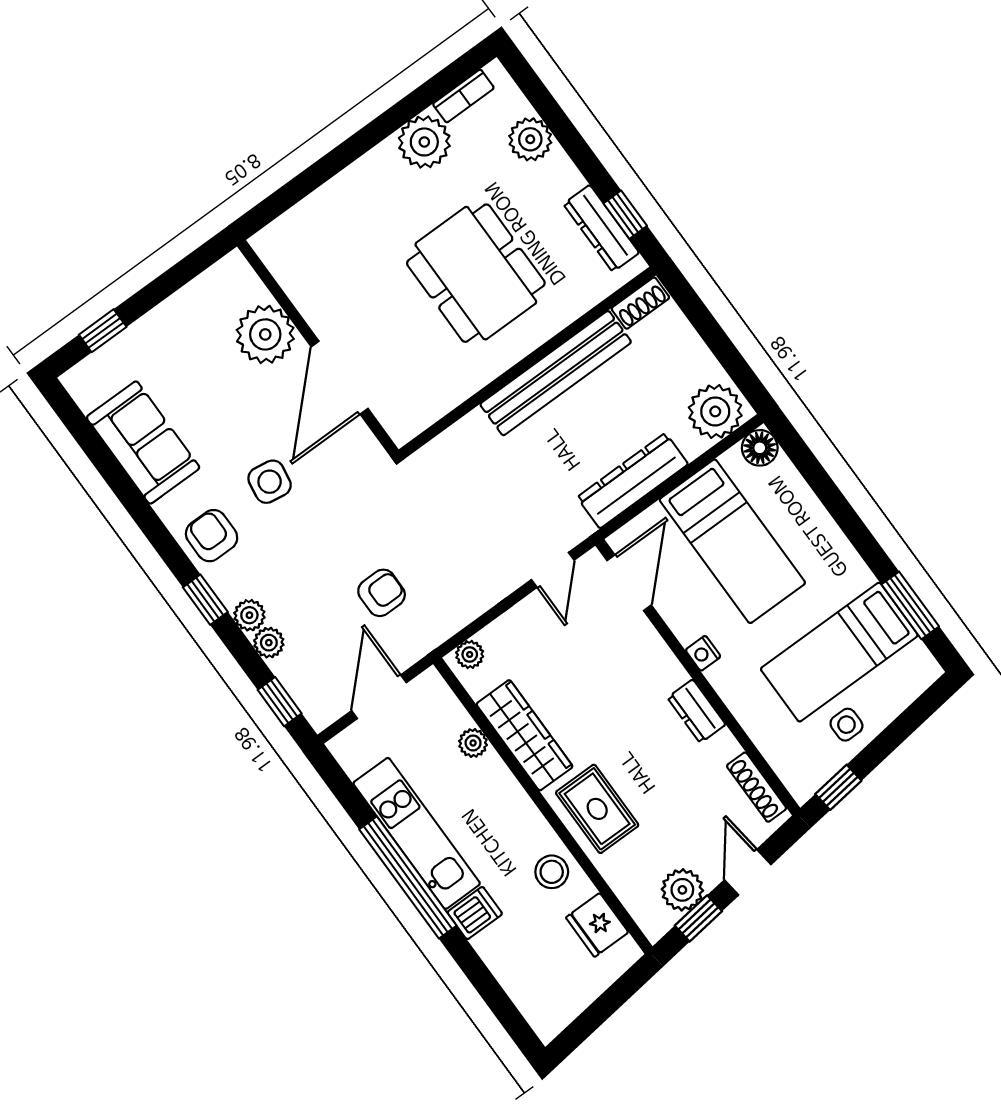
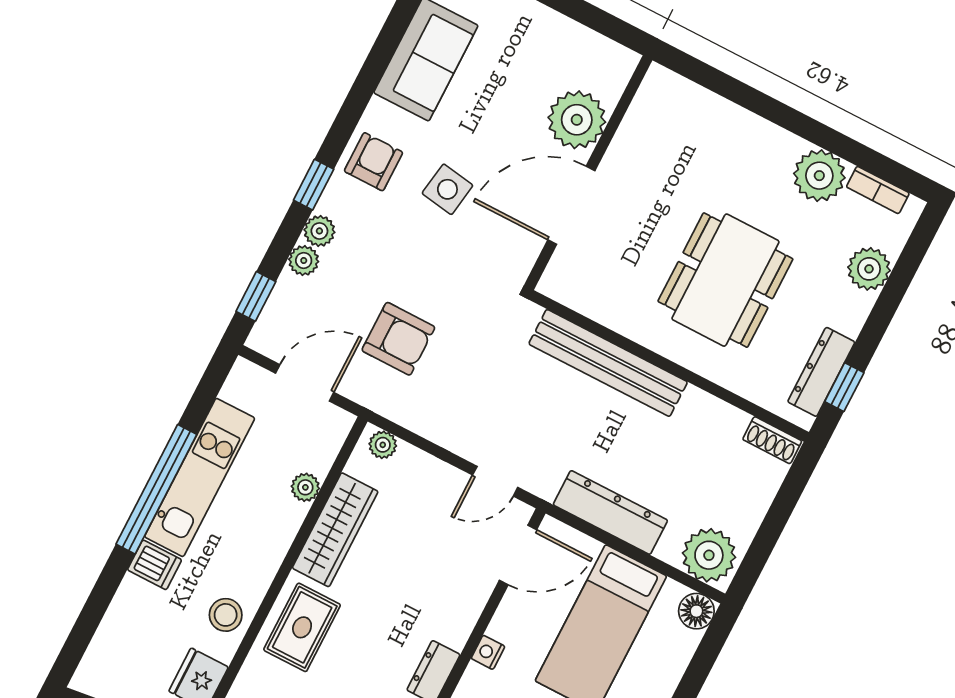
bench: (556, 373) -> (608, 363), moved
armchair: (382, 593) -> (398, 339), width x1.38, depth x1.38

